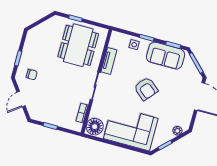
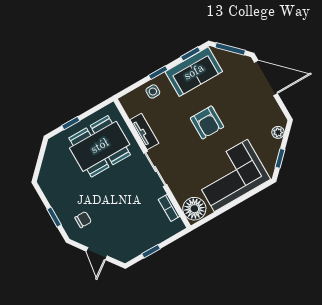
dining table: (78, 45) -> (100, 146), turned 90
armchair: (146, 89) -> (207, 122), turned 50

